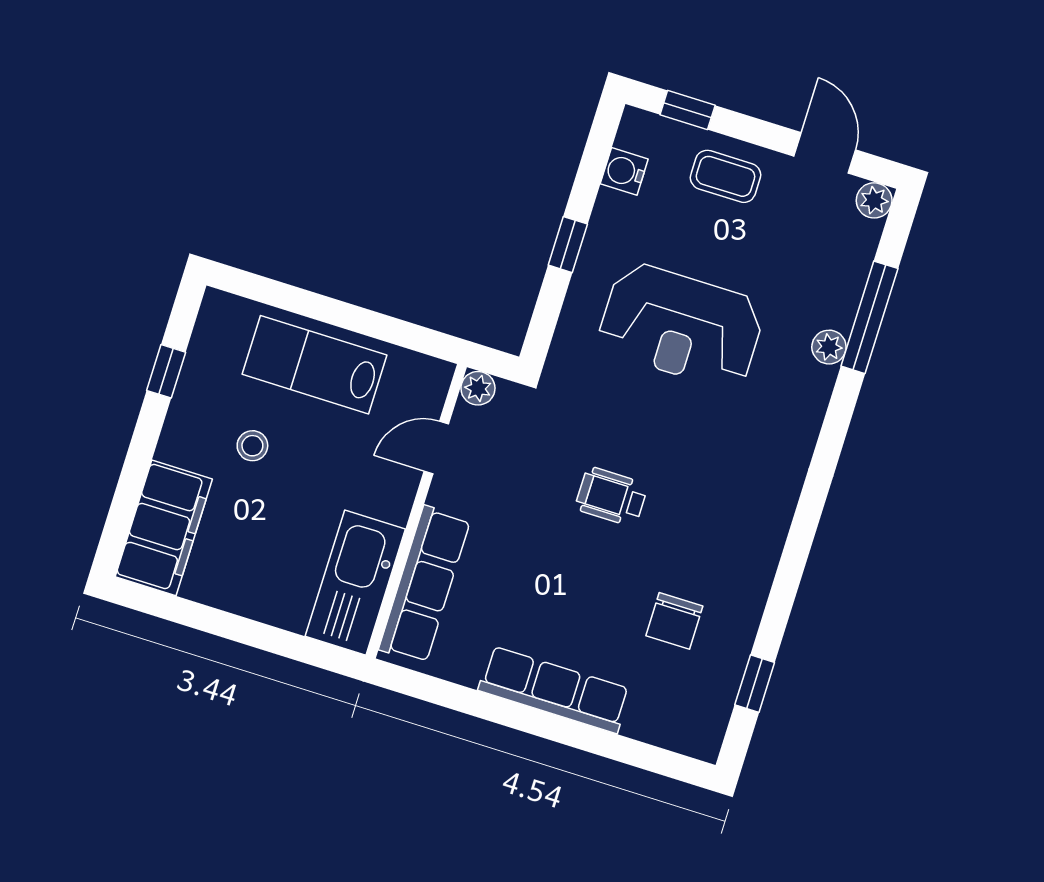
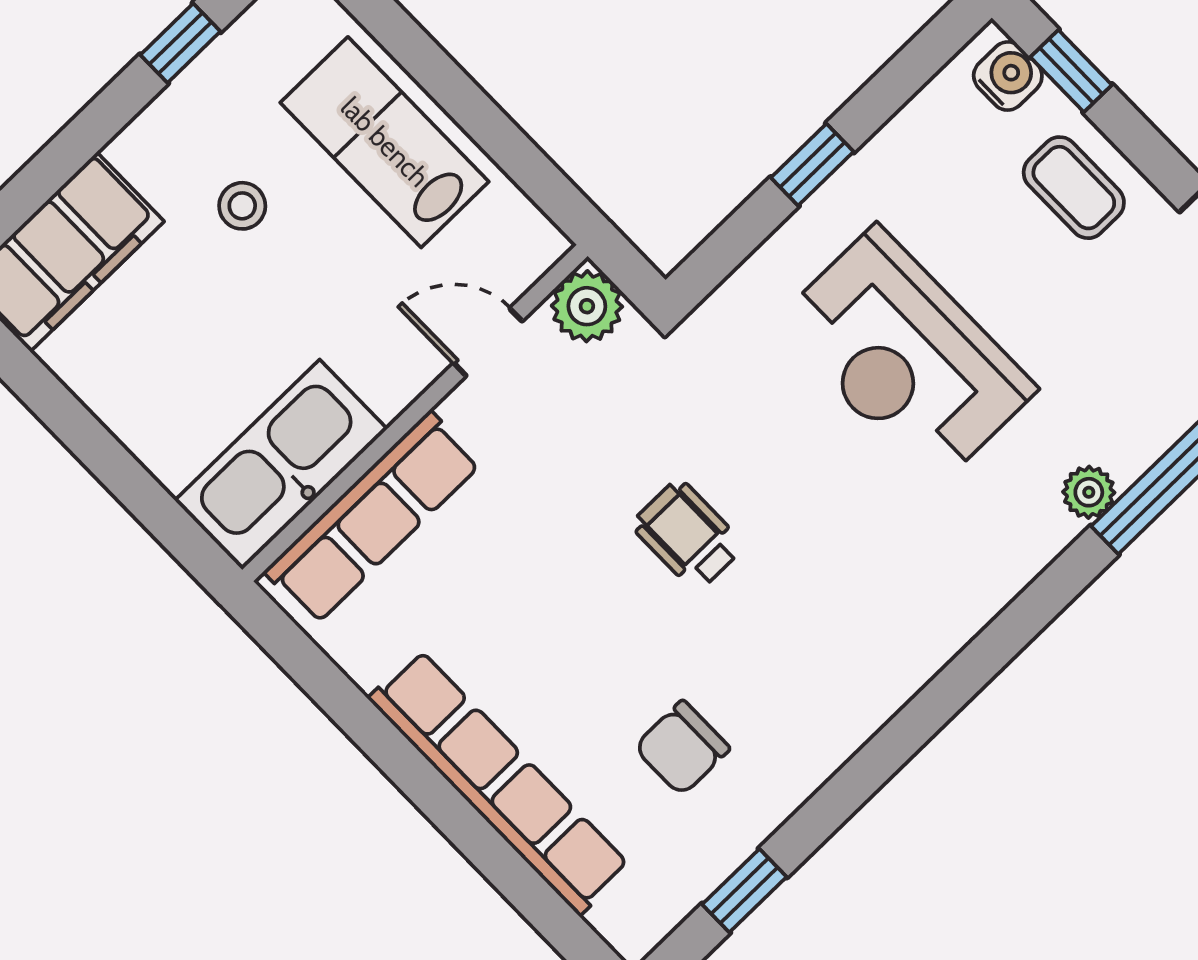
water cooler: (624, 171) -> (1008, 76), moved, turned 90
plant: (478, 388) -> (587, 306), width x1.38, depth x1.38
row of seats: (554, 690) -> (499, 782), width x1.36

